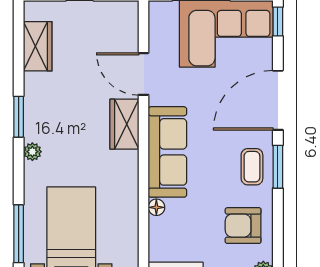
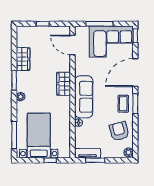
wardrobe: (38, 46) -> (23, 59), moved
door: (144, 74) -> (73, 45), moved
armchair: (243, 226) -> (119, 131), turned 76

